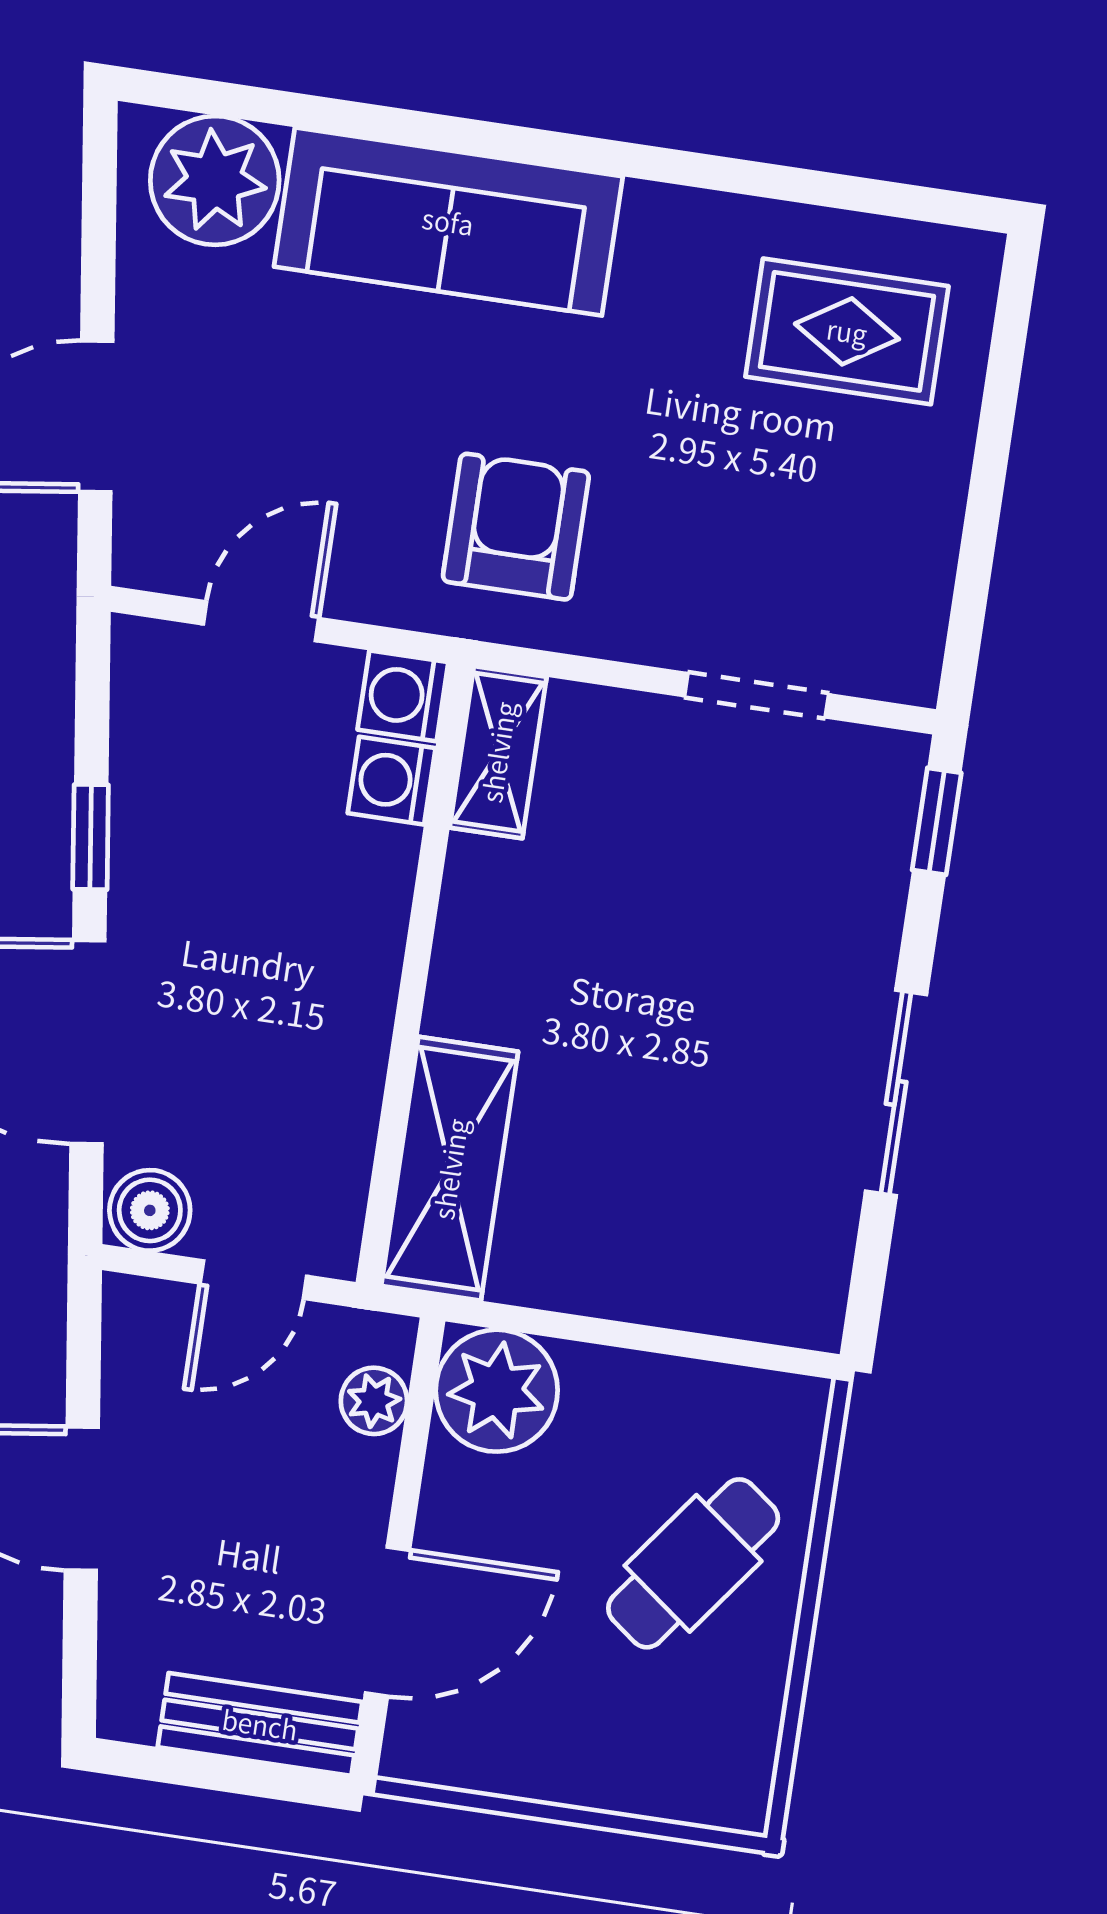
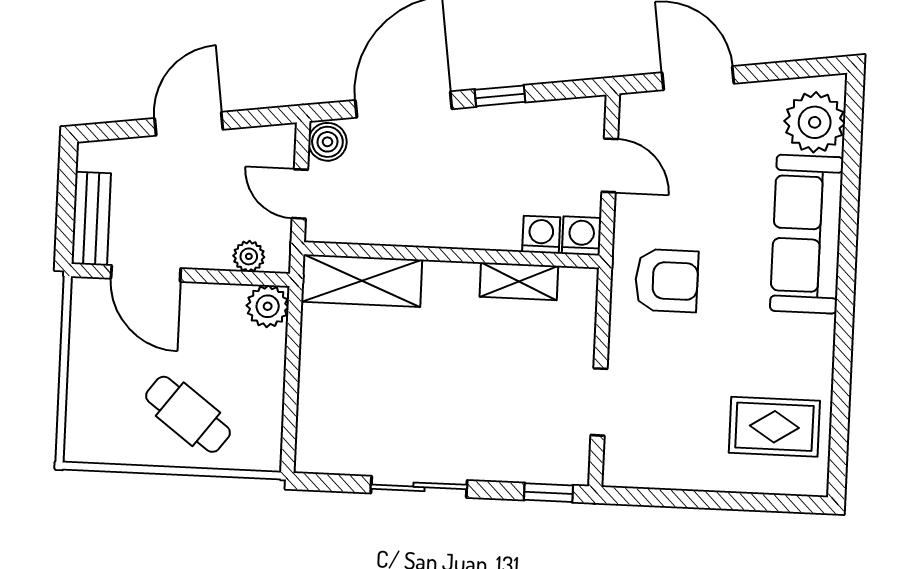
rug: (847, 331) -> (774, 427), turned 90
shelving: (498, 752) -> (519, 281), moved
plant: (497, 1391) -> (268, 306), width x0.73, depth x0.73

